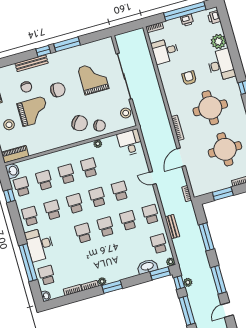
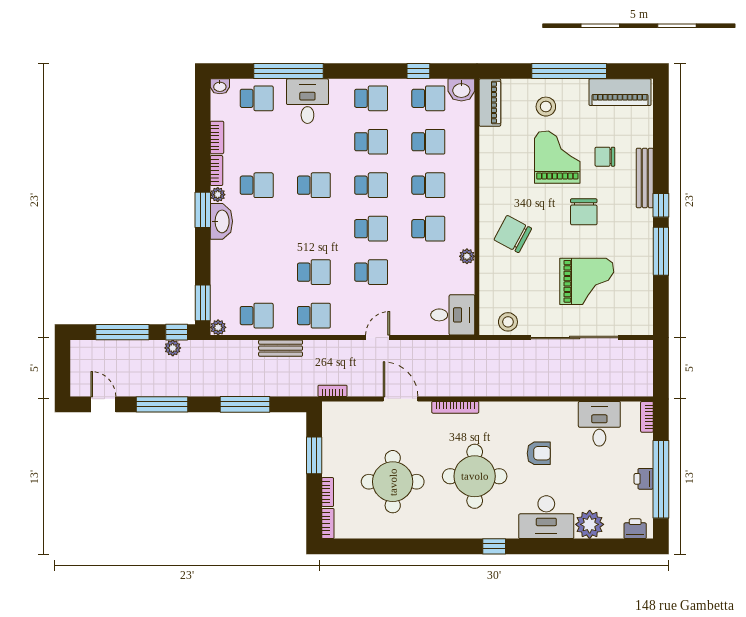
grand piano: (33, 111) -> (557, 157), turned 180
chair: (80, 123) -> (513, 234), turned 82
chair: (100, 126) -> (499, 269), removed
school desk: (106, 227) -> (257, 185), moved
desk: (40, 245) -> (307, 101), width x0.73
washbasin: (147, 267) -> (221, 221), moved

